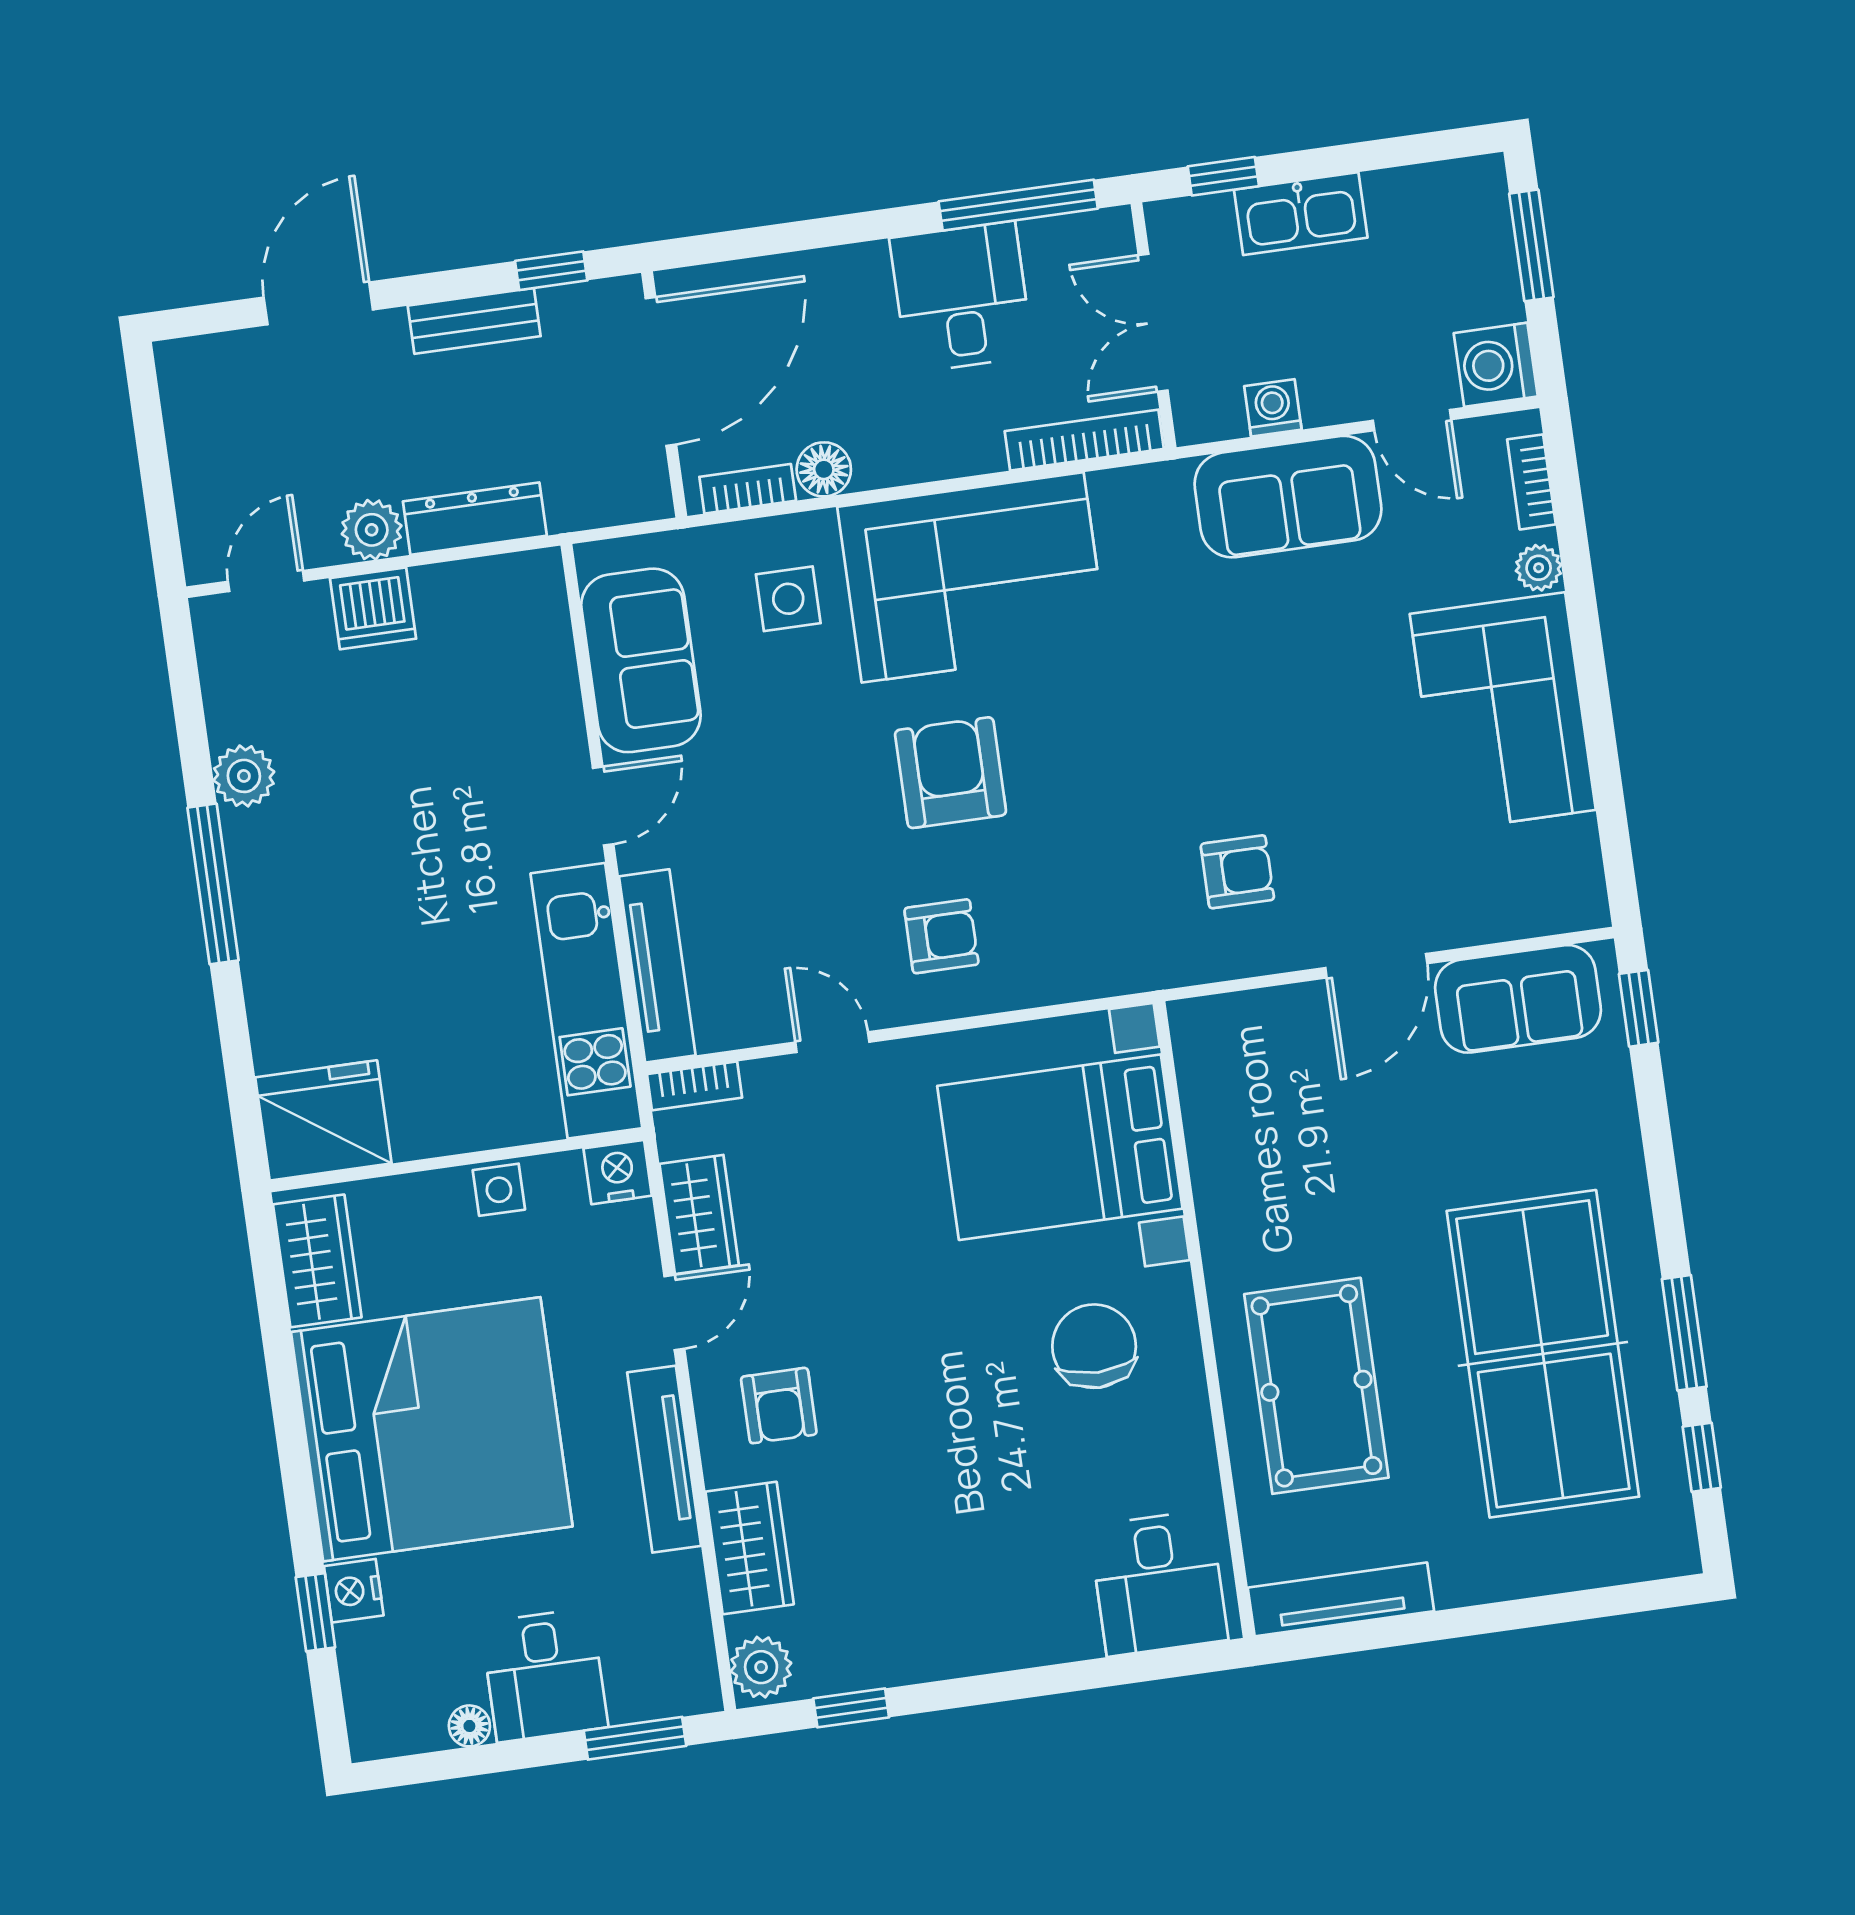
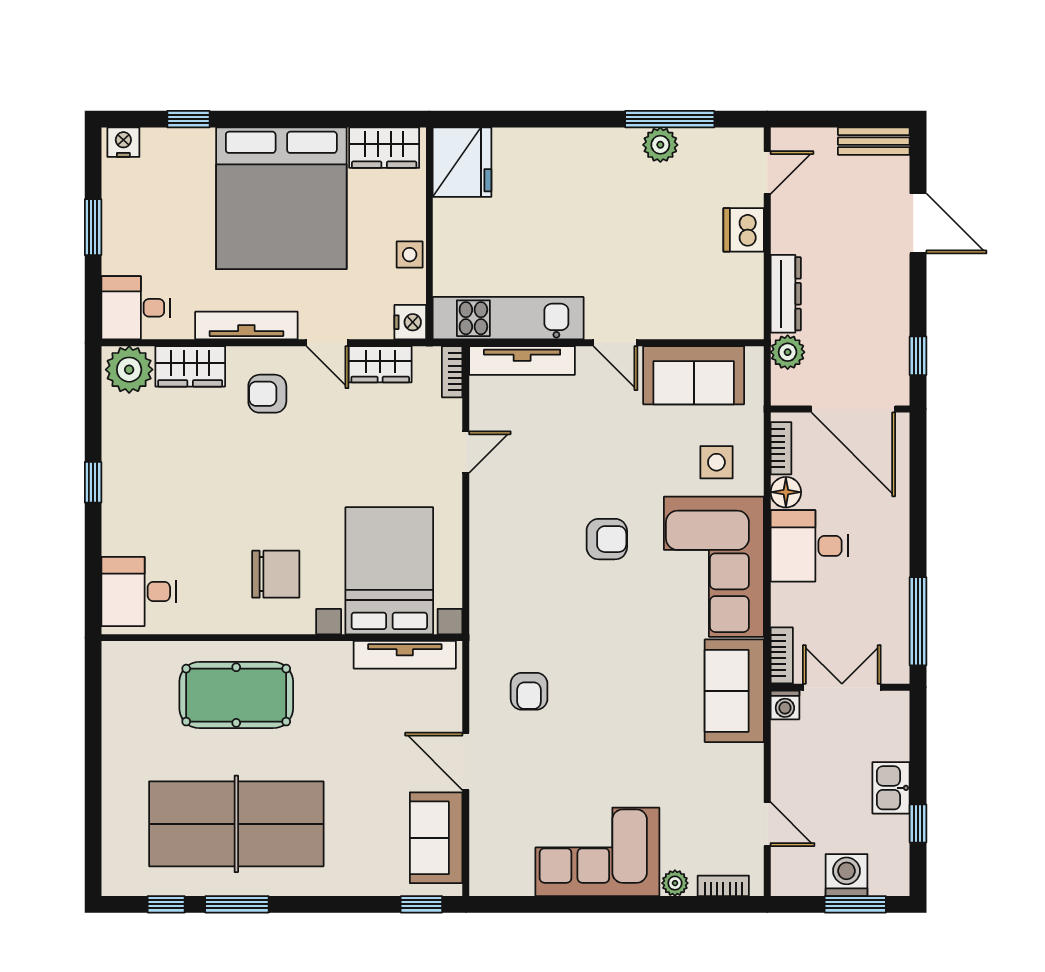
window: (1223, 176) -> (918, 823), moved
kitchen sink: (1301, 214) -> (891, 788), width x0.73
desk: (961, 297) -> (809, 546), moved, turned 180
bench: (474, 321) -> (874, 141), moved, turned 90
washing machine: (1496, 365) -> (846, 875), moved
washing machine: (1273, 408) -> (785, 705), moved, turned 90
door: (1412, 420) -> (767, 824), swing flipped
bookcase: (1084, 440) -> (782, 655), width x0.64
sofa: (1288, 497) -> (734, 691), moved
plant: (372, 530) -> (788, 352), moved
door: (266, 581) -> (767, 172), hinge flipped
armchair: (951, 773) -> (607, 539), width x0.72, depth x0.72
window: (213, 884) -> (670, 119), moved
armchair: (941, 936) -> (516, 521), removed
nightstand: (354, 1591) -> (123, 142), moved
tv unit: (1341, 1599) -> (405, 655), moved, turned 90
plant: (761, 1667) -> (129, 370), width x1.36, depth x1.36
desk: (544, 1675) -> (135, 308), moved
window: (851, 1708) -> (93, 482), moved
floor lamp: (469, 1726) -> (113, 196), removed
window: (635, 1738) -> (93, 227), moved

